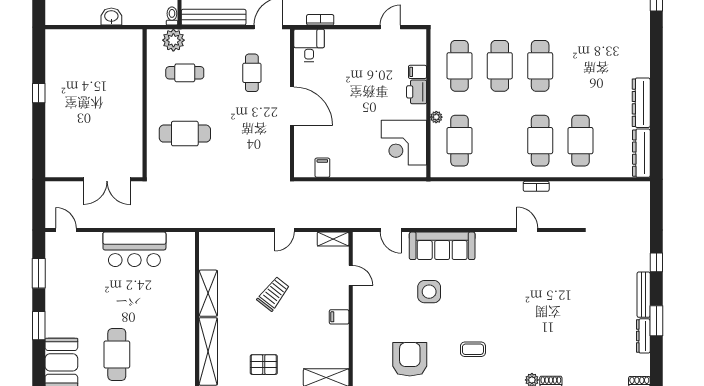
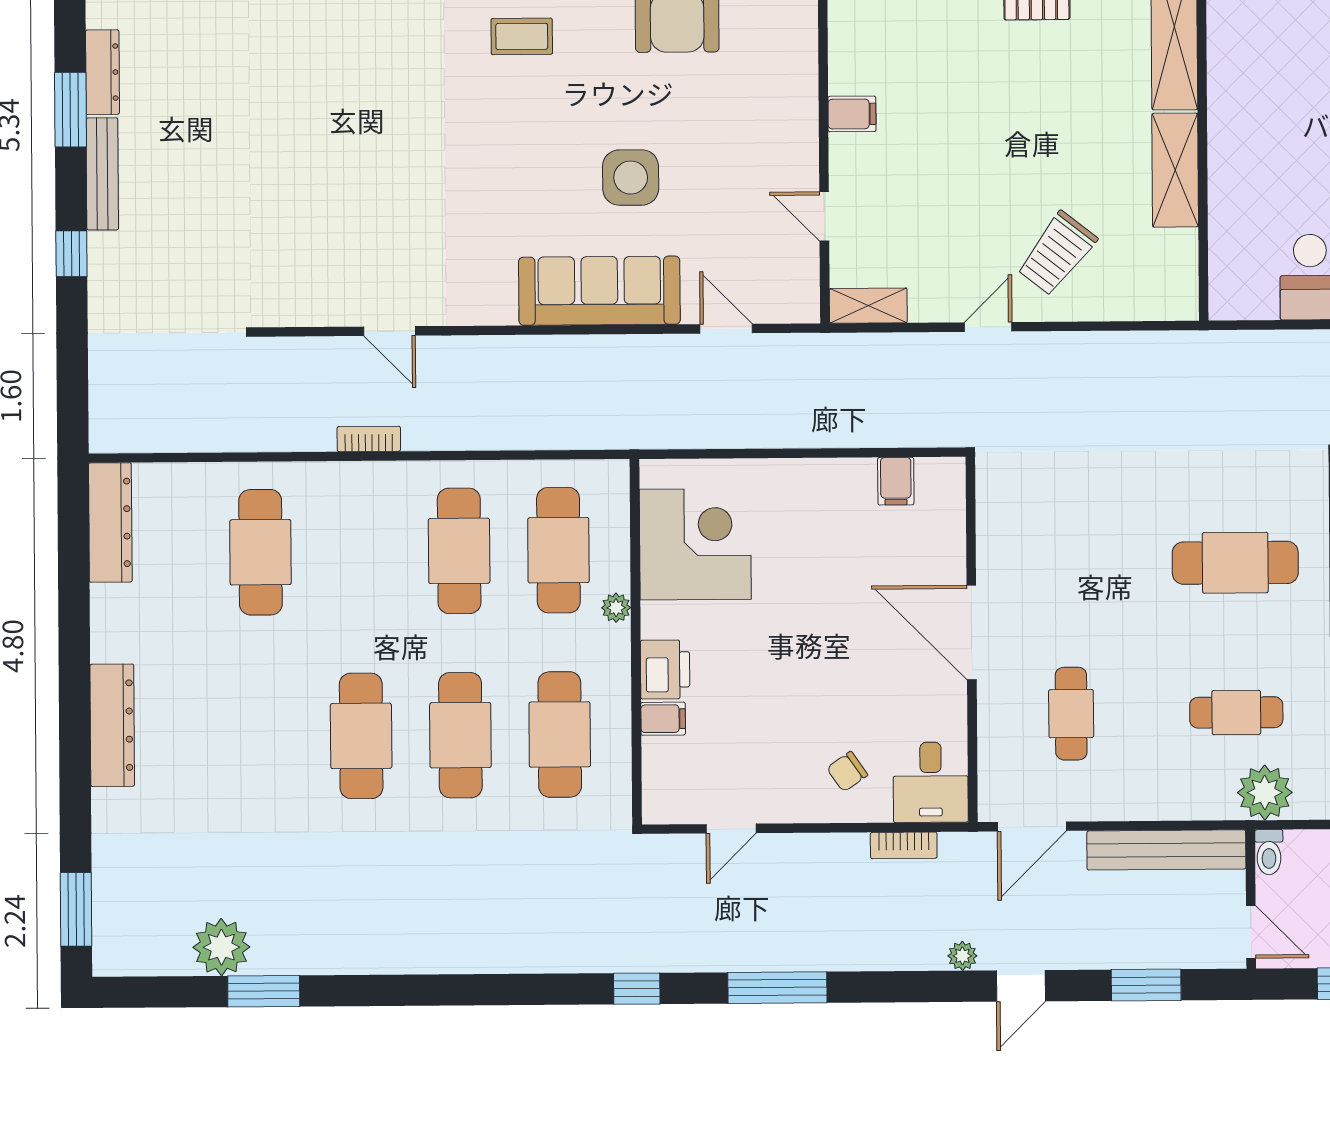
chair: (343, 50) -> (847, 772), added
dresser: (641, 103) -> (112, 725), moved
cafe table: (540, 141) -> (459, 551), moved
trolley: (273, 294) -> (1057, 253), moved

